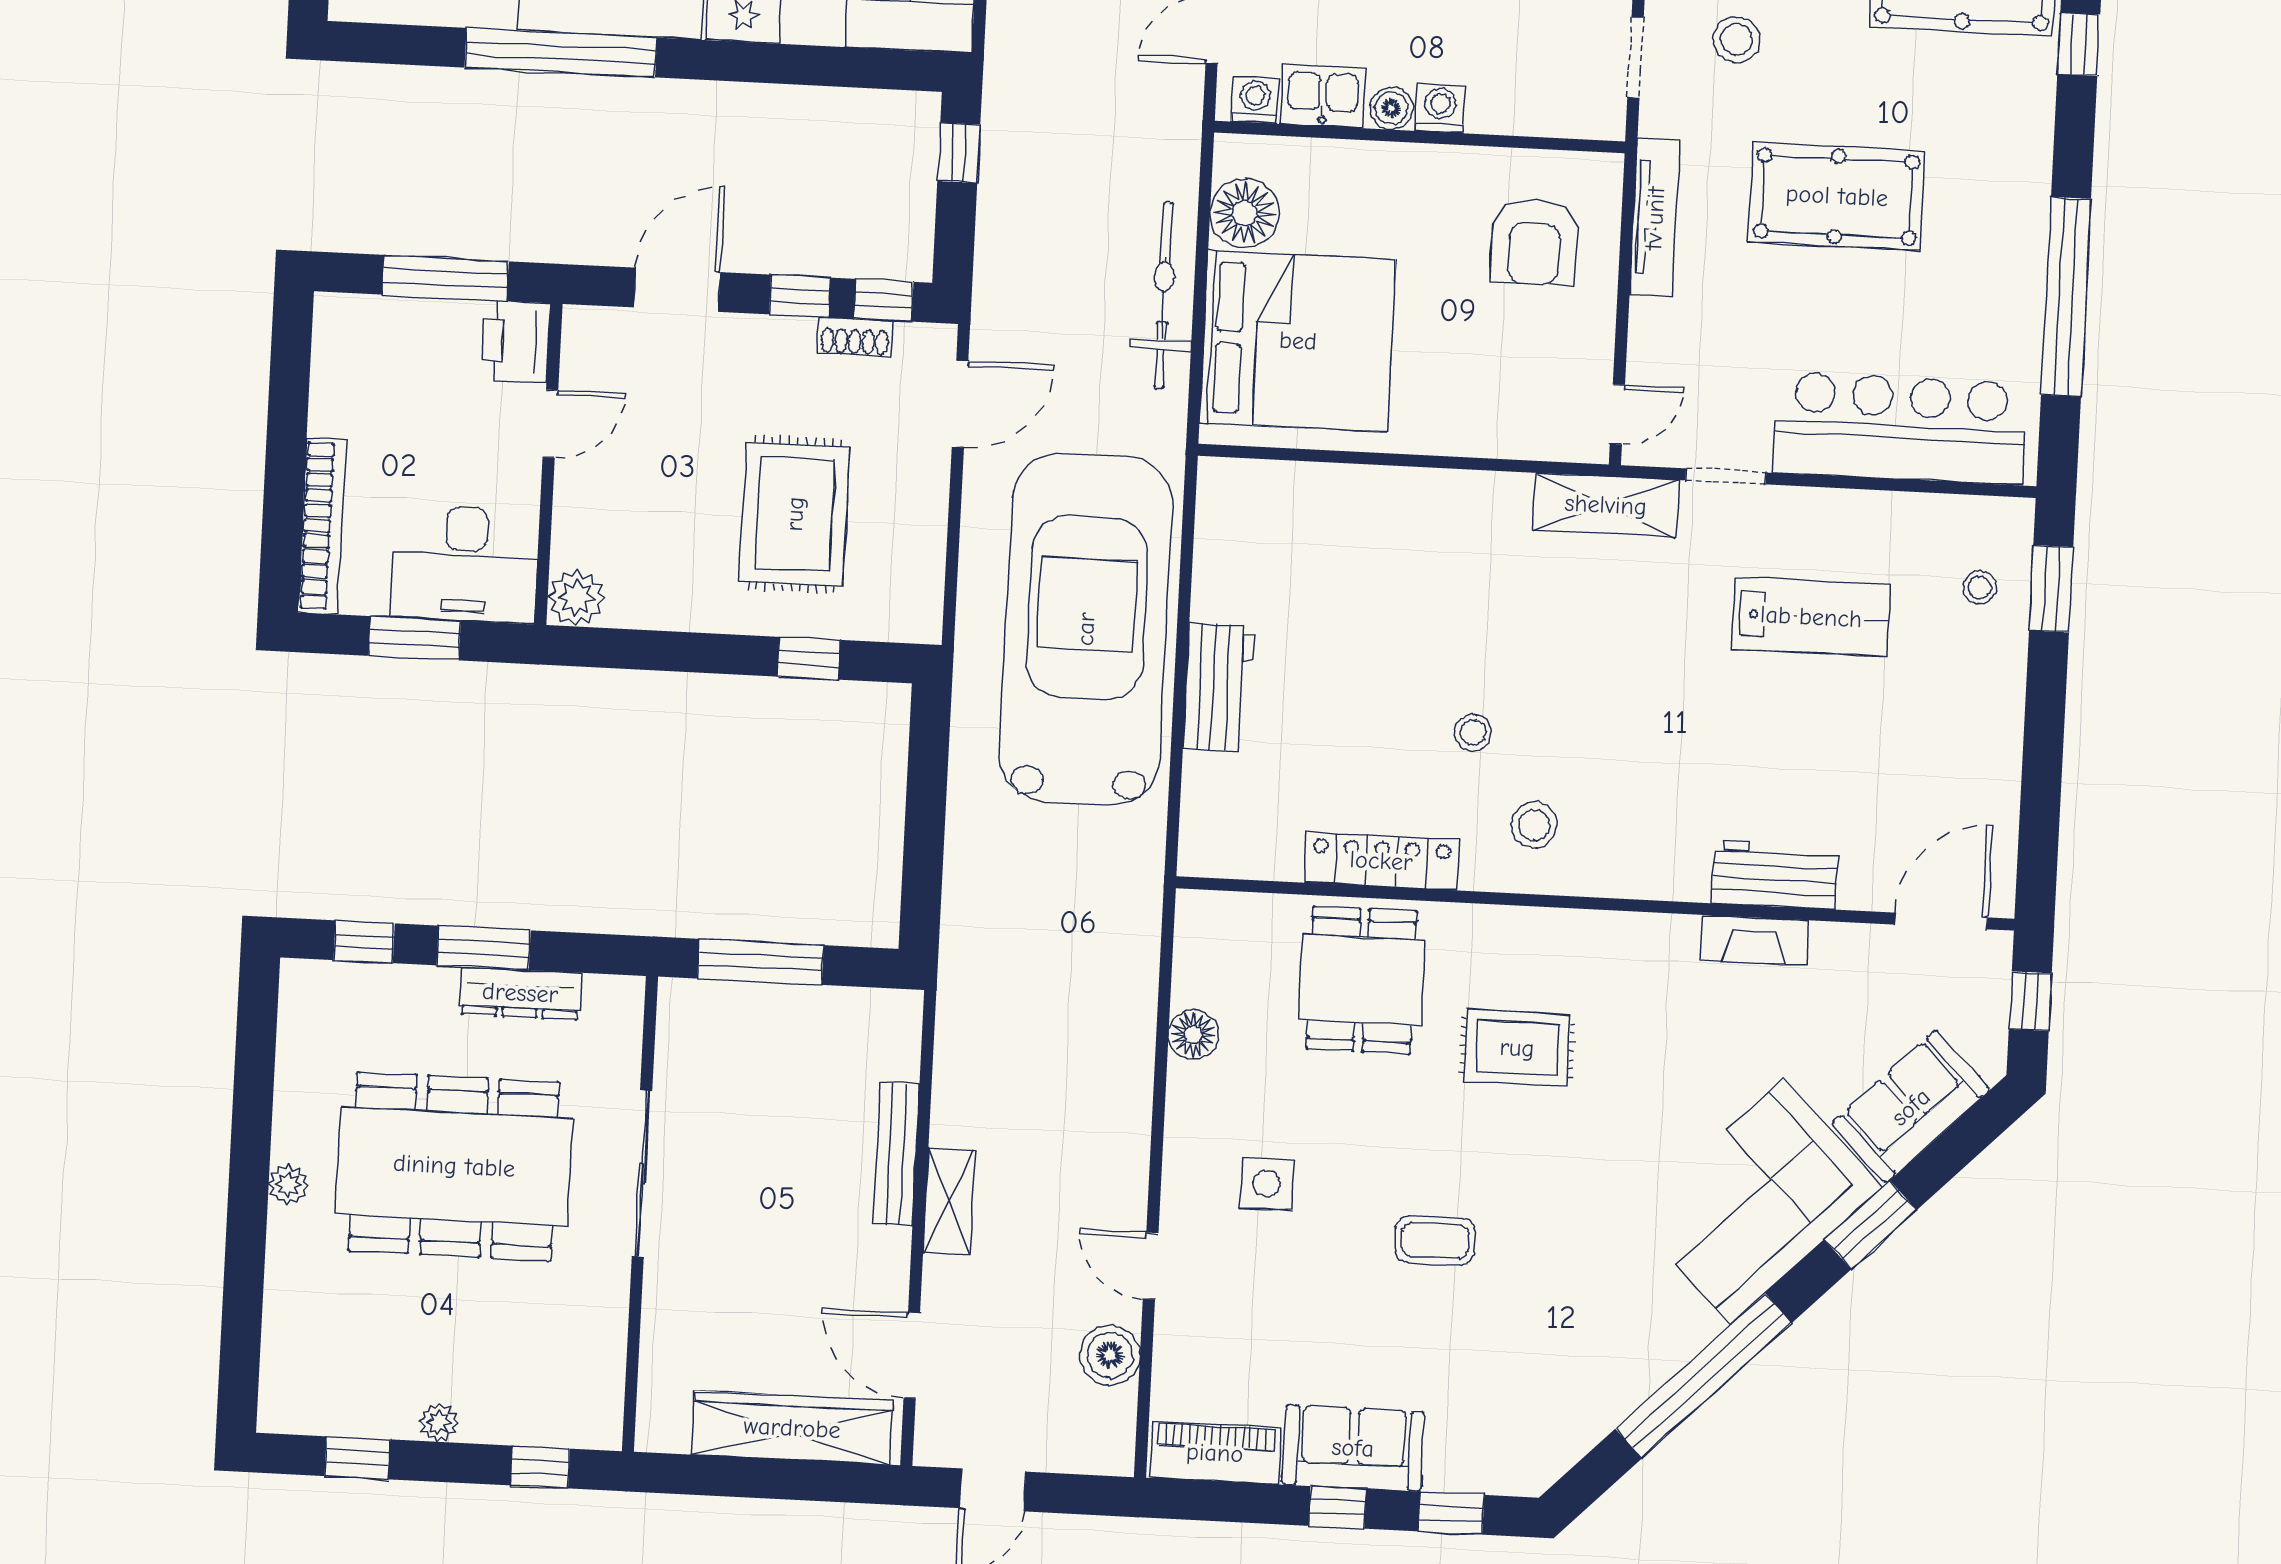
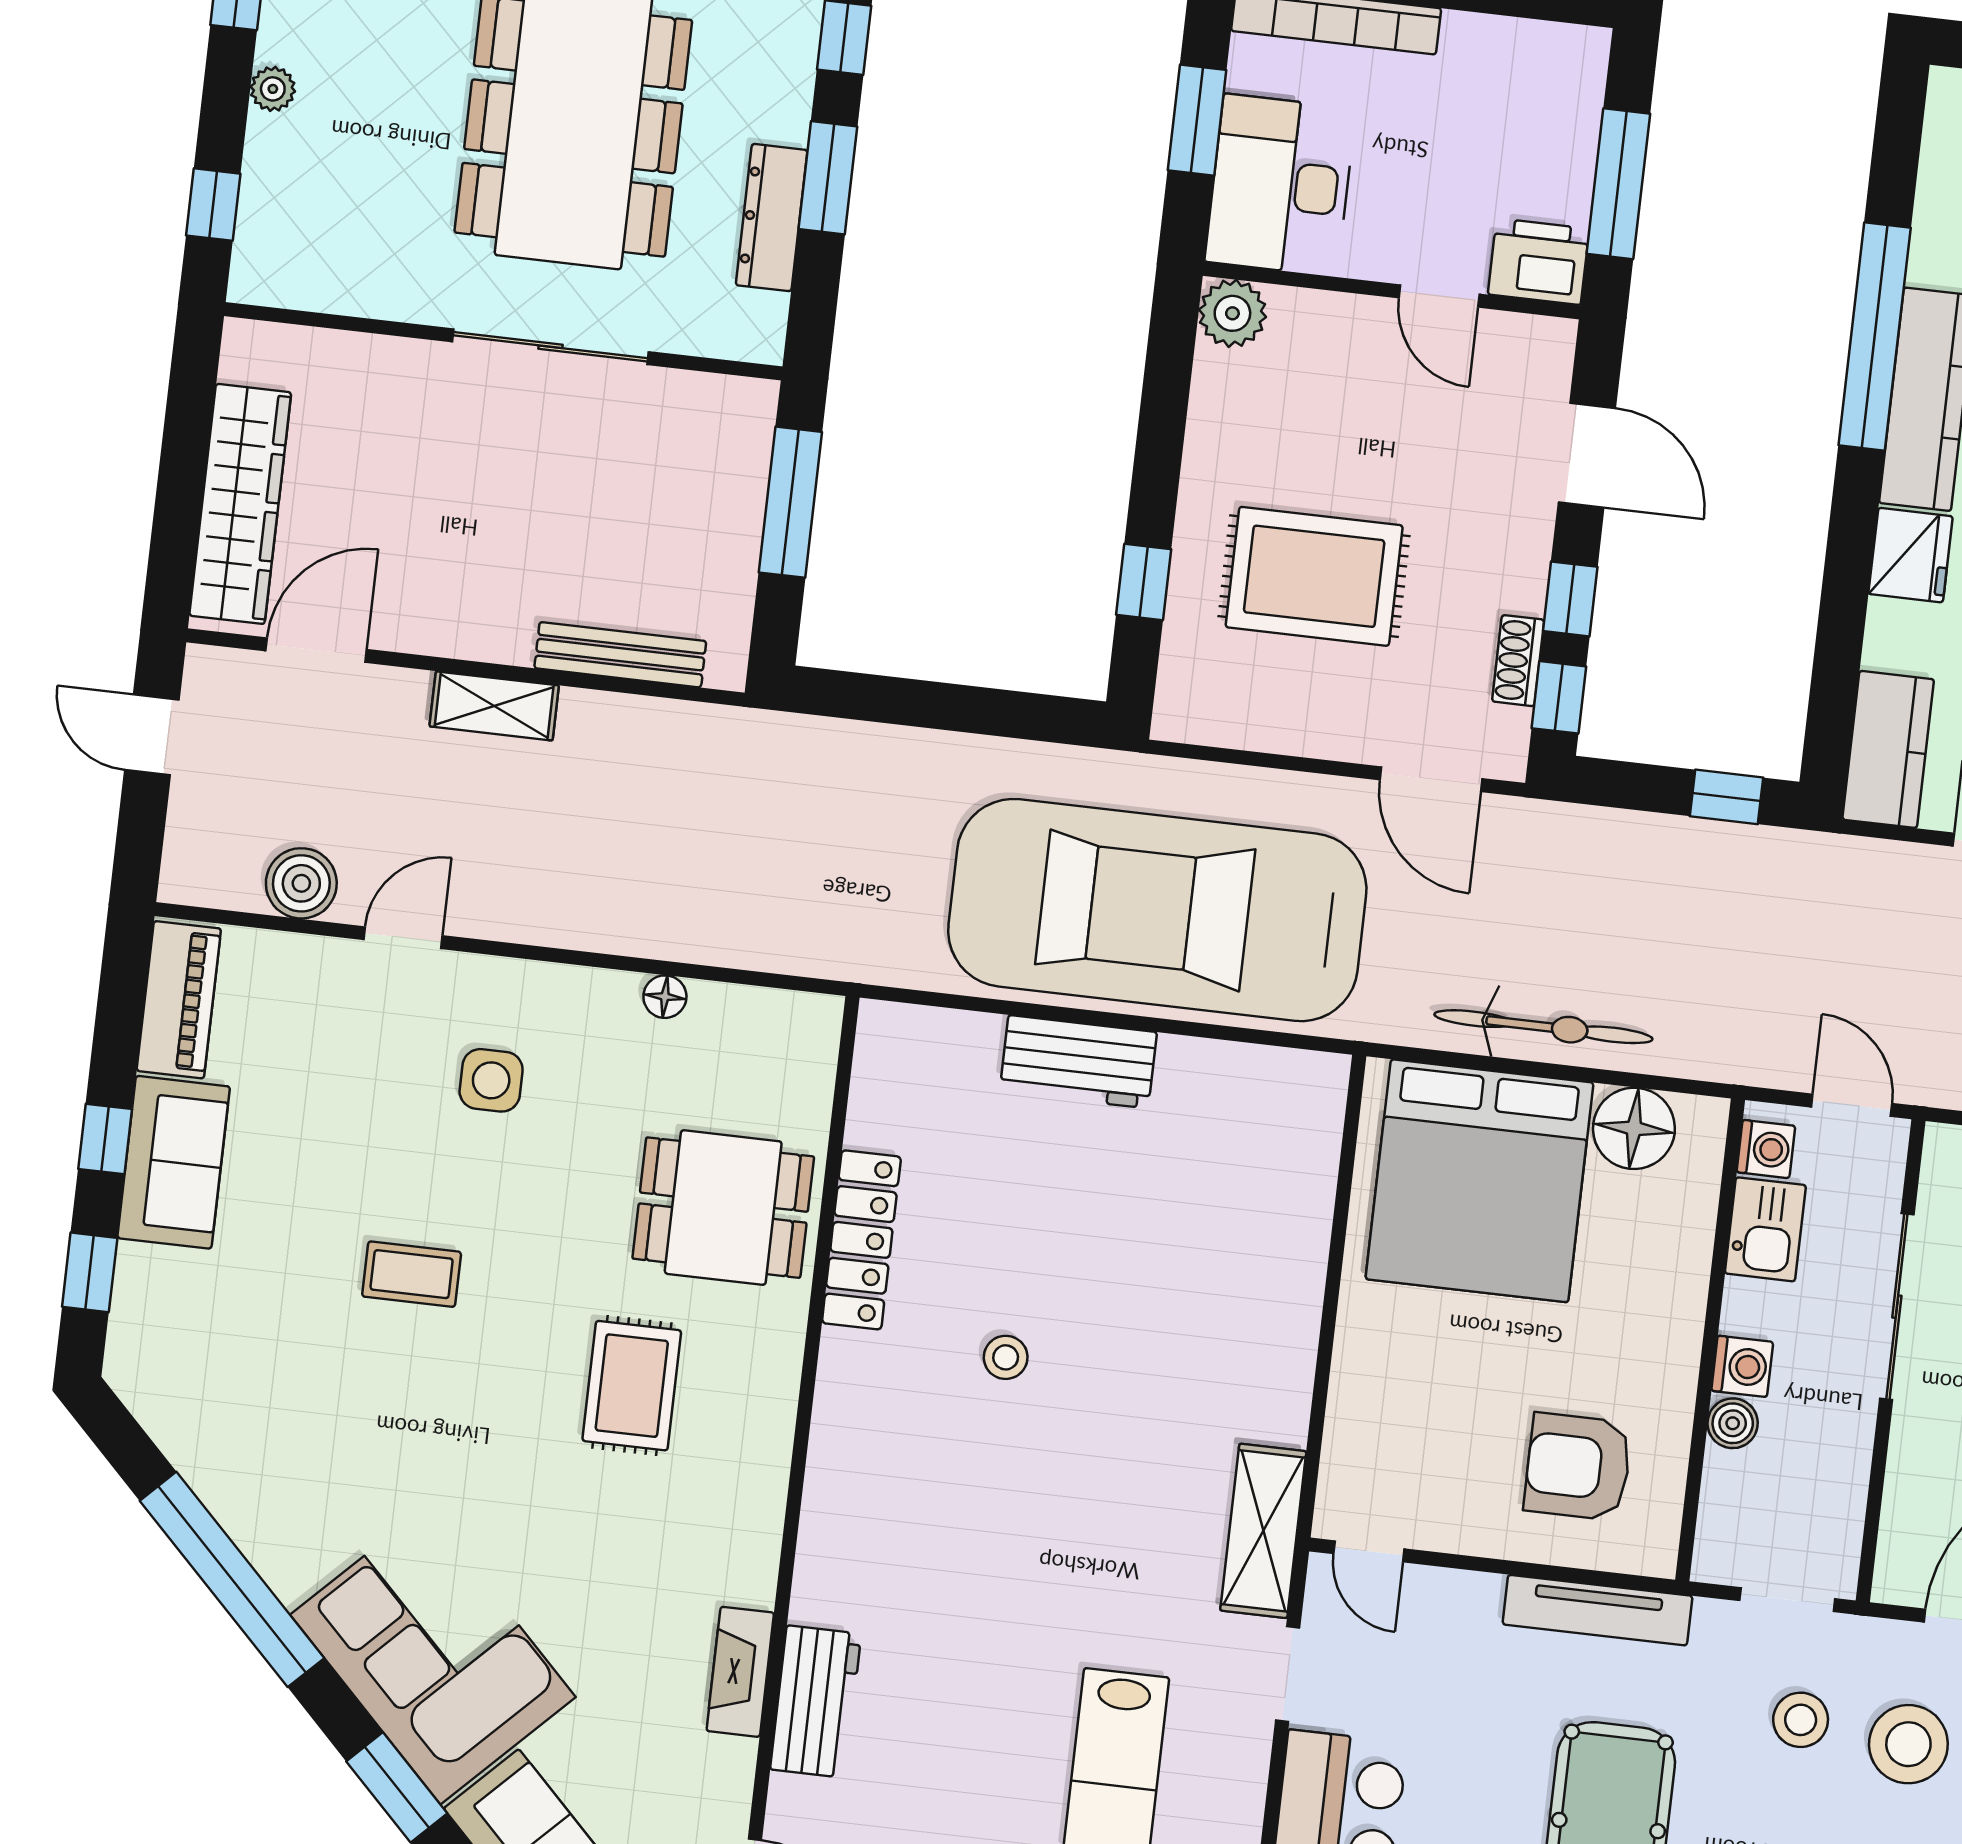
boiler: (1391, 108) -> (1733, 1423), moved
car: (1086, 629) -> (1157, 910), turned 180
stool: (1534, 825) -> (893, 1422), removed
floor lamp: (1193, 1035) -> (665, 997), width x0.73, depth x0.73
bench: (896, 1154) -> (620, 655), moved
coffee table: (1435, 1240) -> (412, 1274), turned 90

